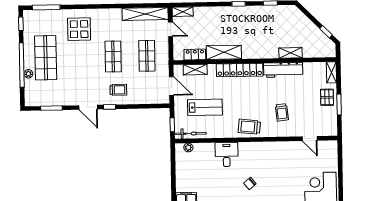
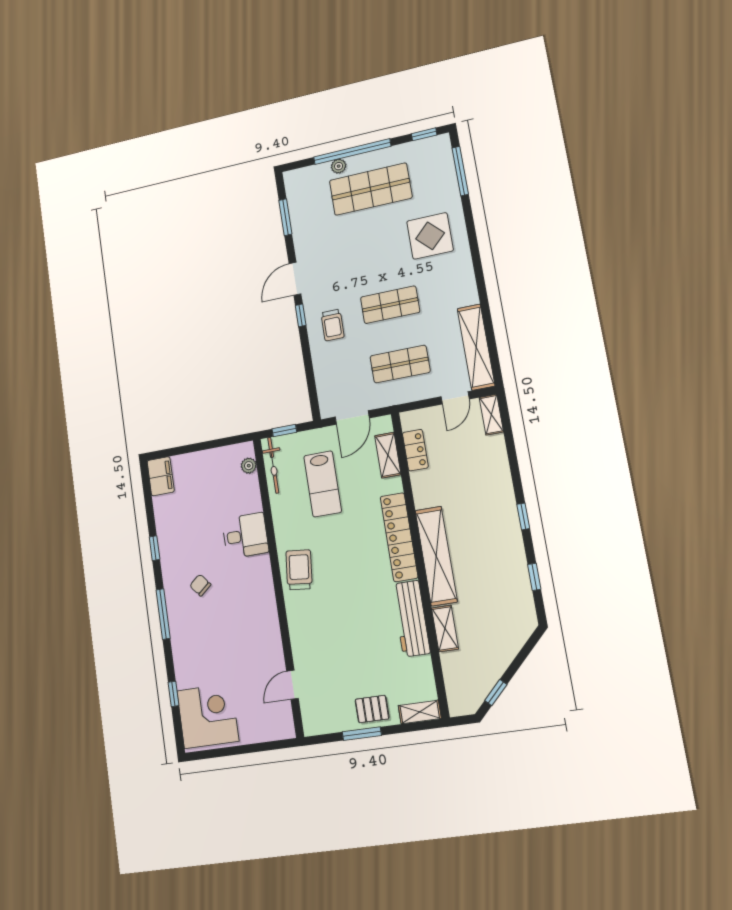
shelving: (224, 52) -> (436, 556), moved, width x1.47
trolley: (282, 112) -> (333, 627), removed

